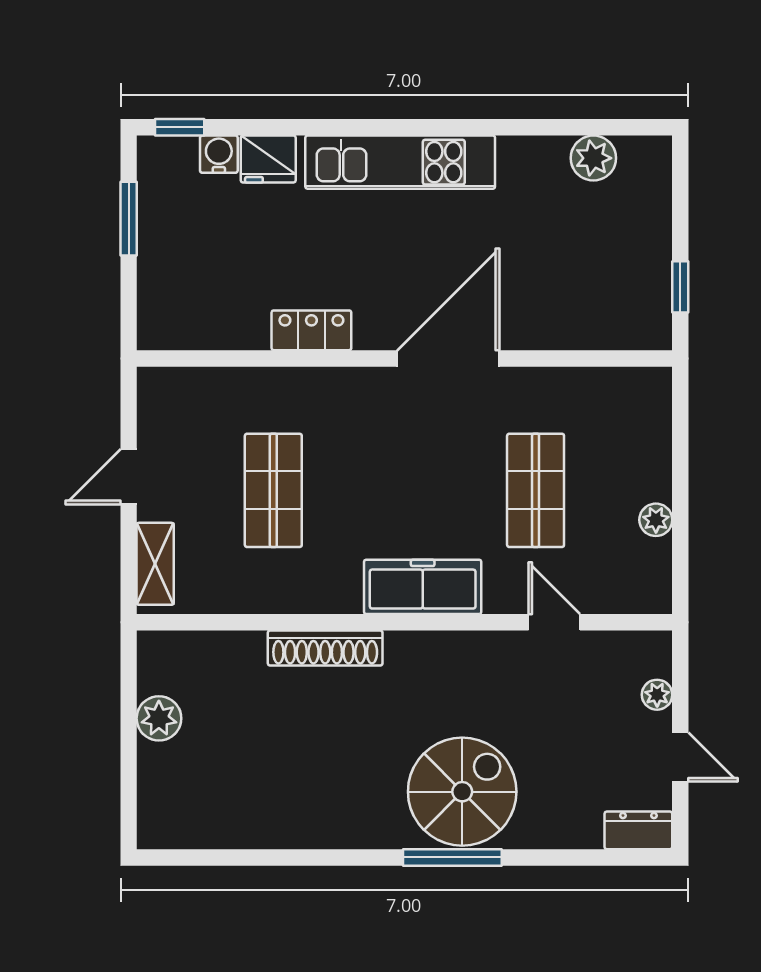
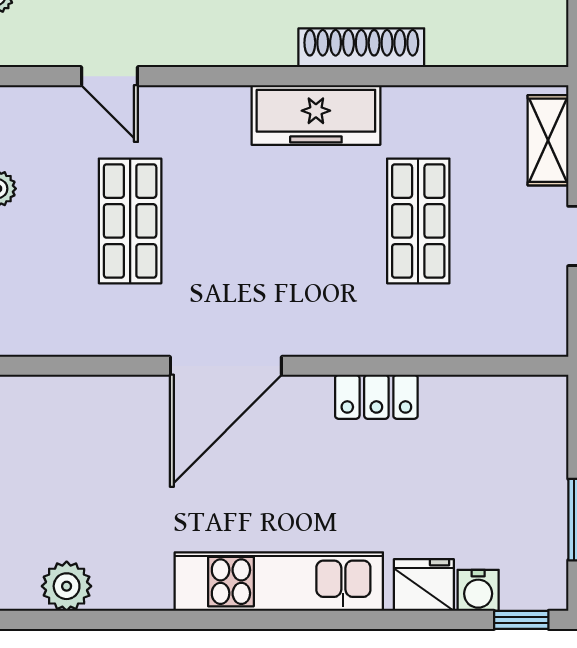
freezer: (423, 587) -> (316, 115), moved

